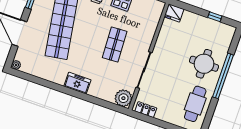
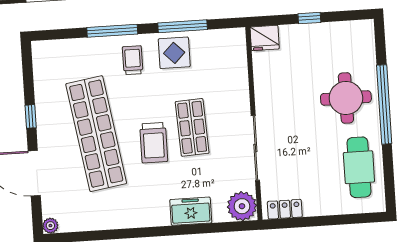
window: (215, 17) -> (309, 18), moved
trolley: (90, 44) -> (154, 143), added
freezer: (77, 83) -> (191, 211), moved

